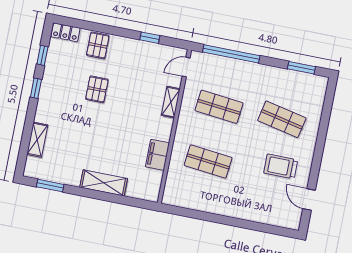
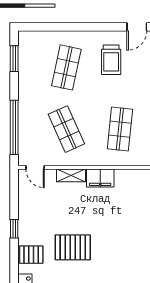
window: (150, 38) -> (14, 229), moved
pallet: (97, 89) -> (73, 247), width x1.50, depth x1.42
shop shelf: (219, 107) -> (66, 129), turned -30
filing cabinet: (157, 155) -> (100, 178), moved

